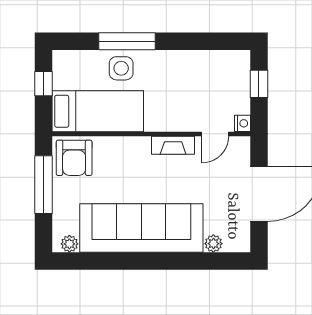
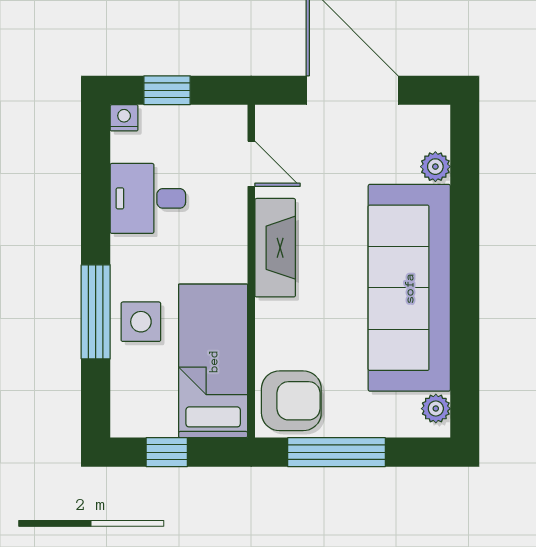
desk: (195, 72) -> (148, 198), added
nightstand: (242, 123) -> (124, 118), moved
fireplace: (173, 145) -> (275, 248), width x1.37, depth x1.32

